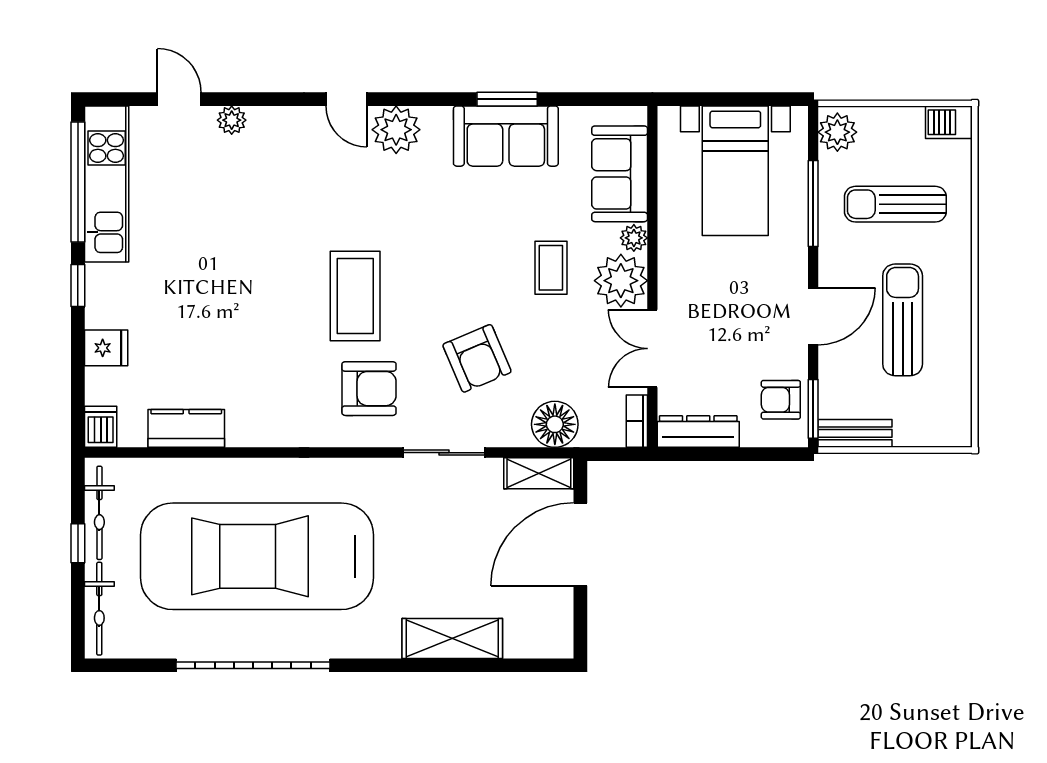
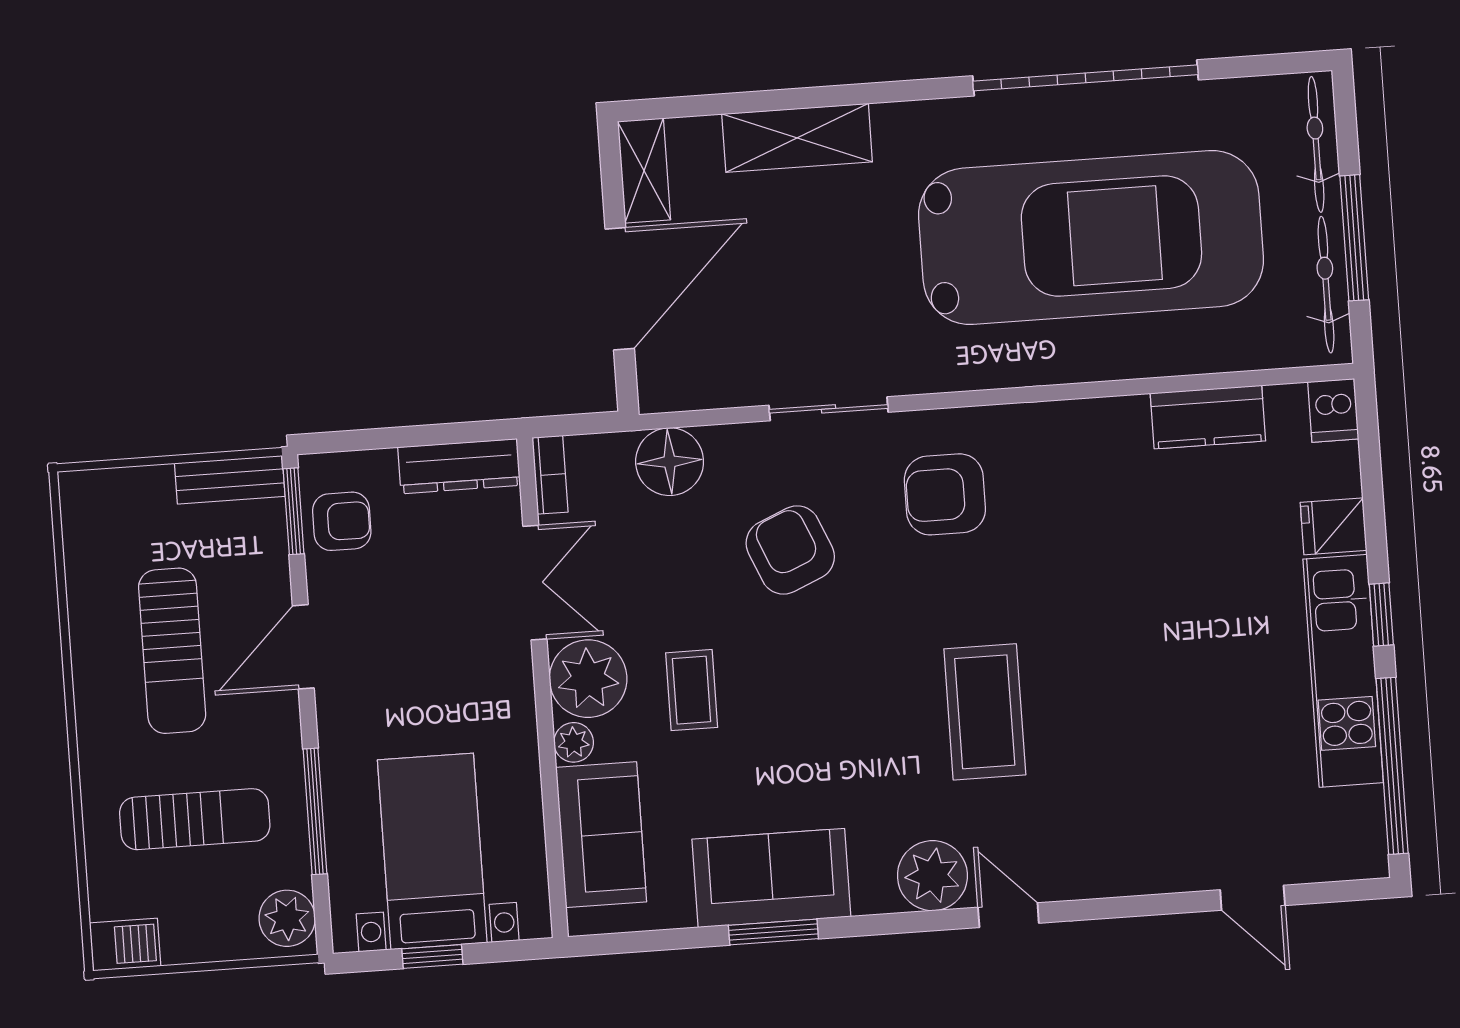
window: (740, 99) -> (432, 956), added
plant: (232, 120) -> (1174, 872), removed
kitchen unit: (107, 184) -> (1343, 671), moved
coffee table: (355, 296) -> (985, 712), moved
shelving: (539, 473) -> (644, 171), moved, turned 90
window: (78, 543) -> (1354, 238), width x2.17

